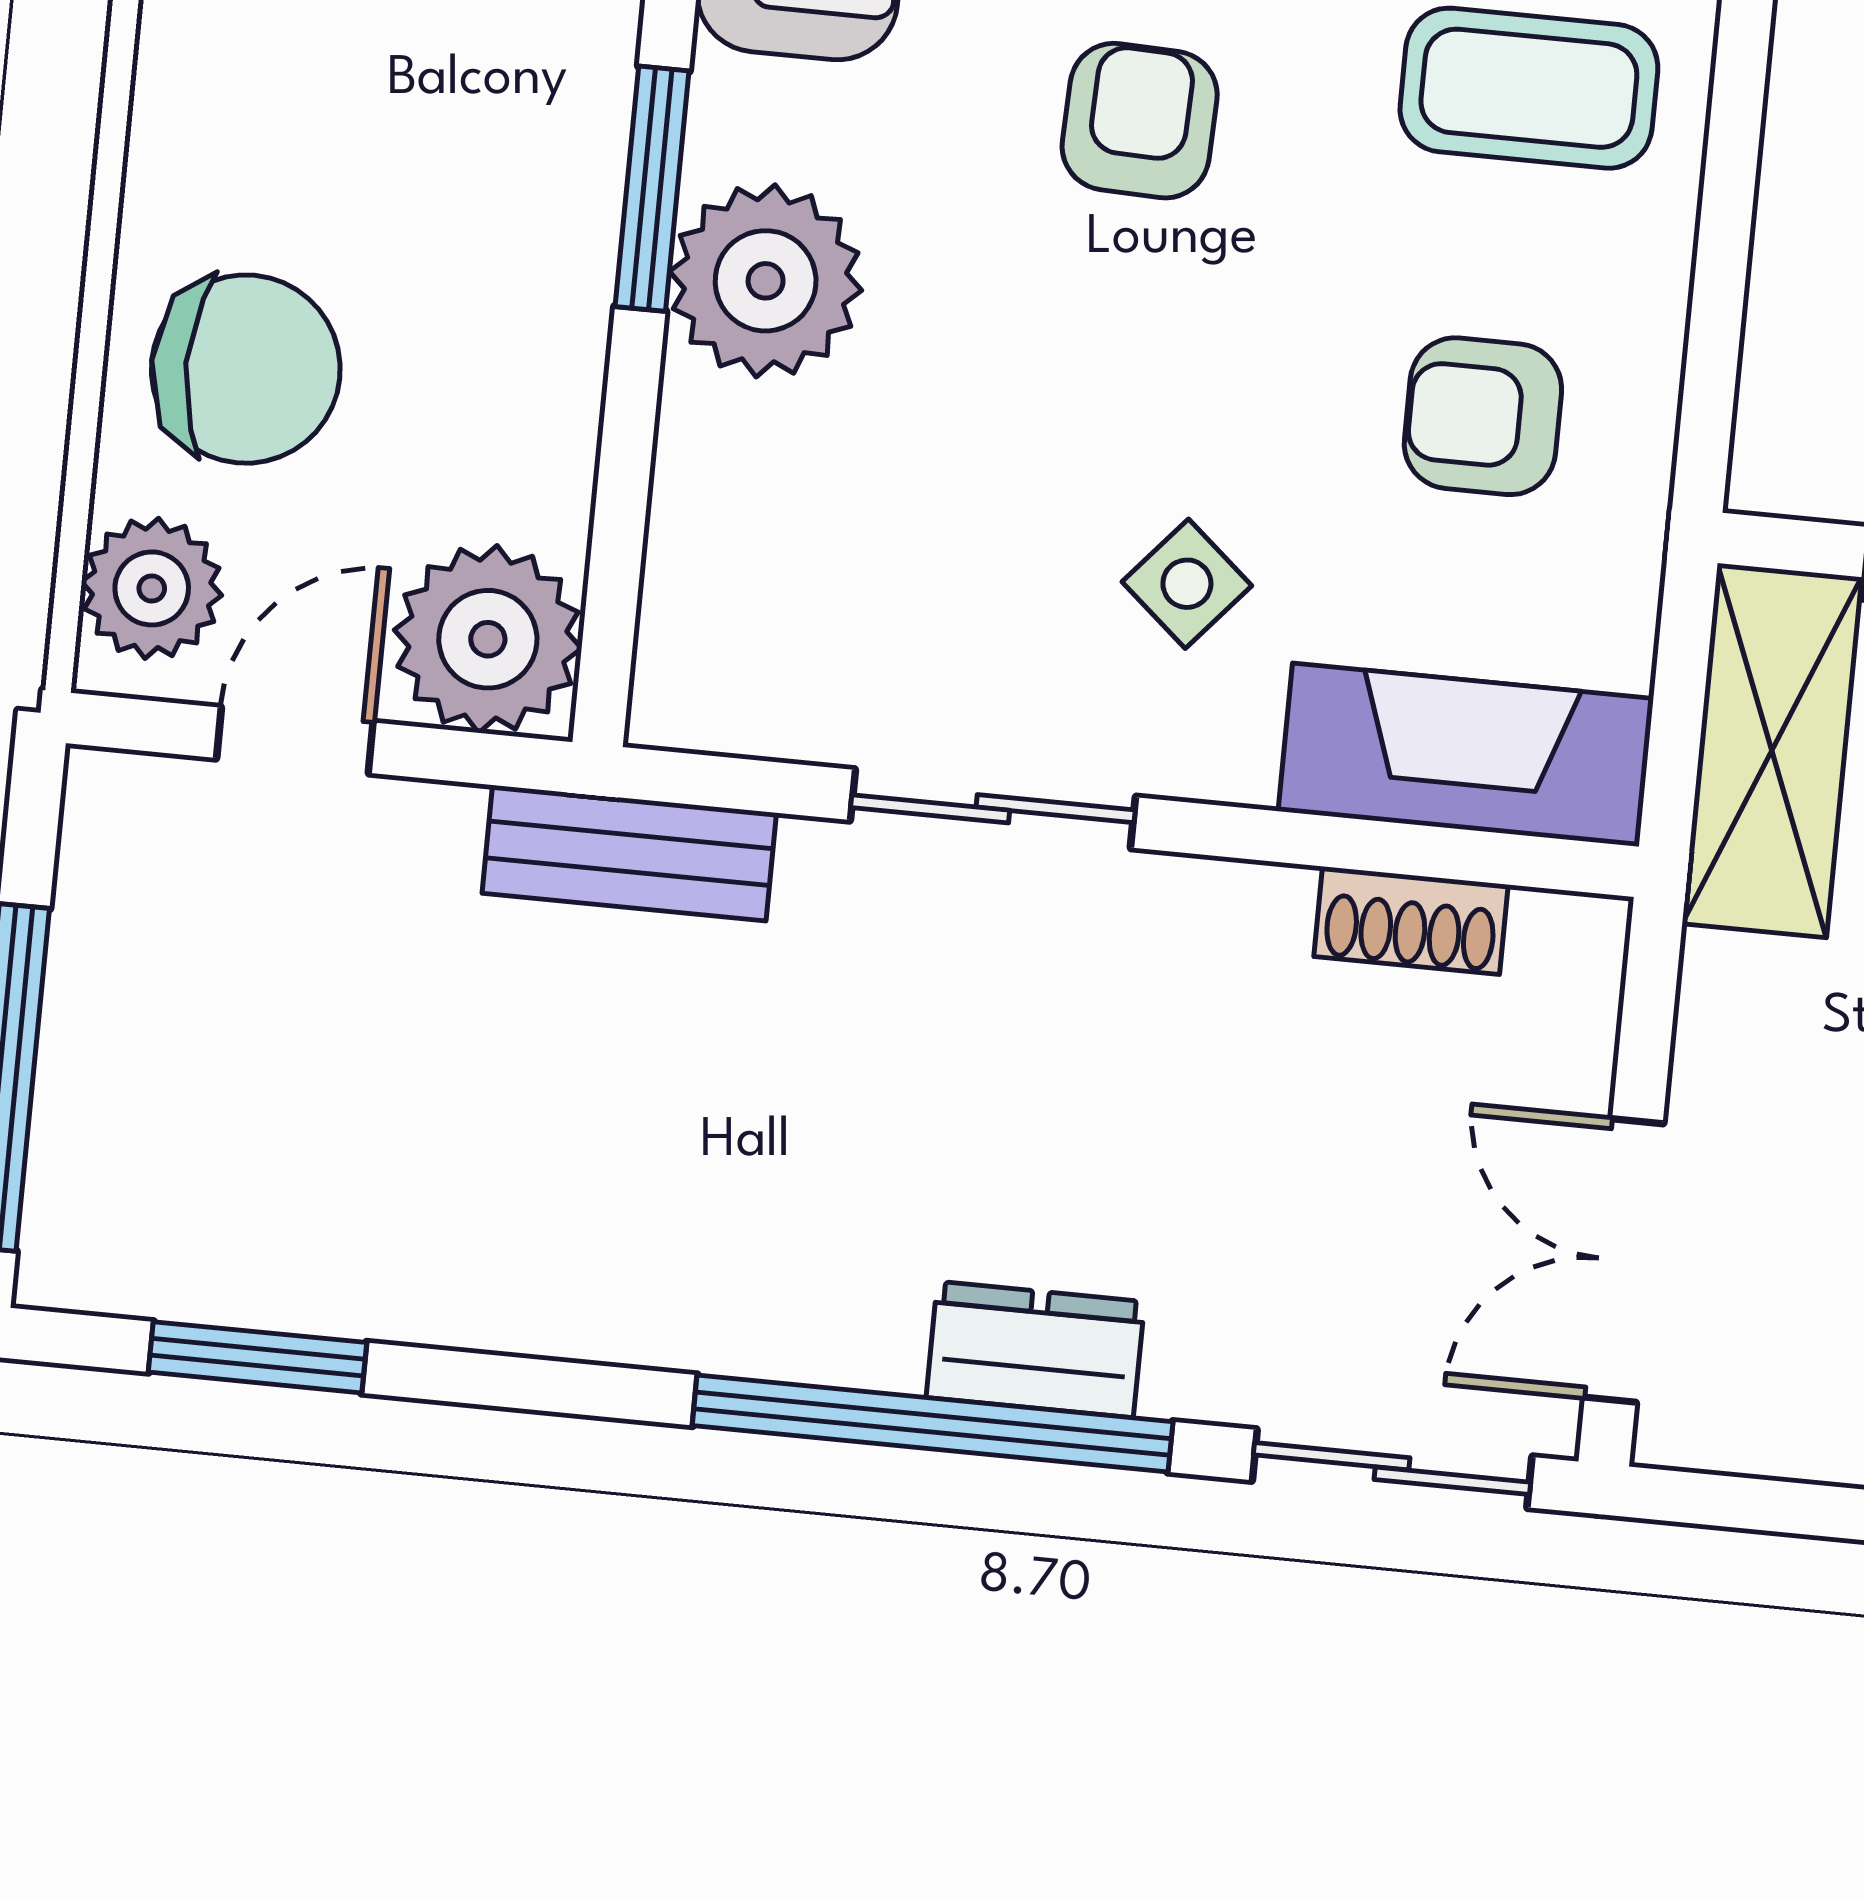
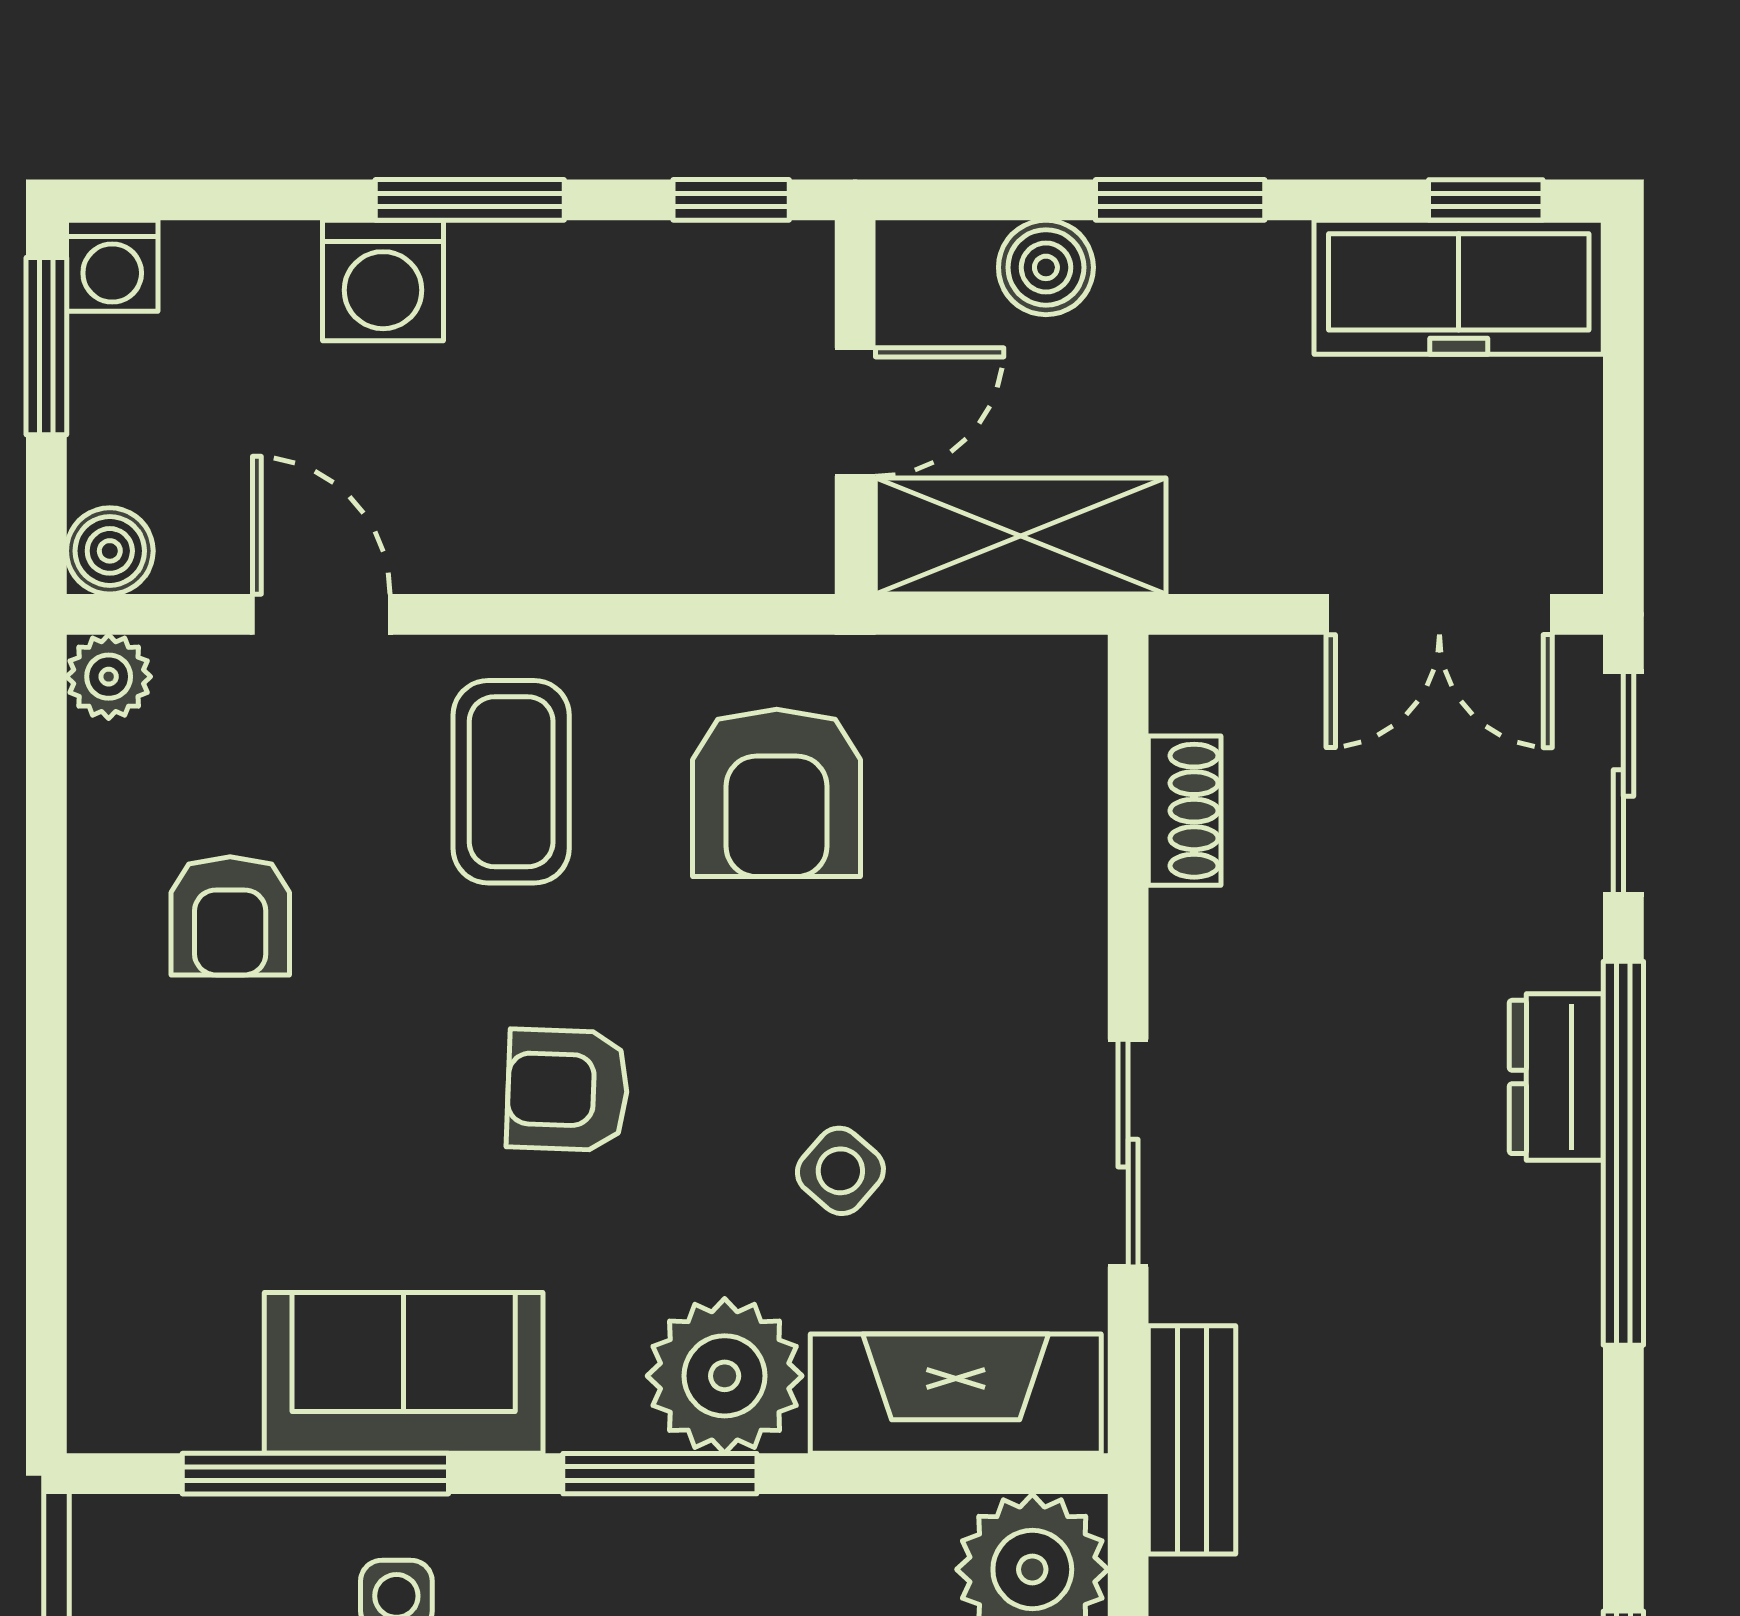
armchair: (1483, 416) -> (777, 793), width x1.38, depth x1.38
side table: (1187, 584) -> (840, 1171), moved
fireplace: (1466, 755) -> (956, 1394), moved, turned 90

